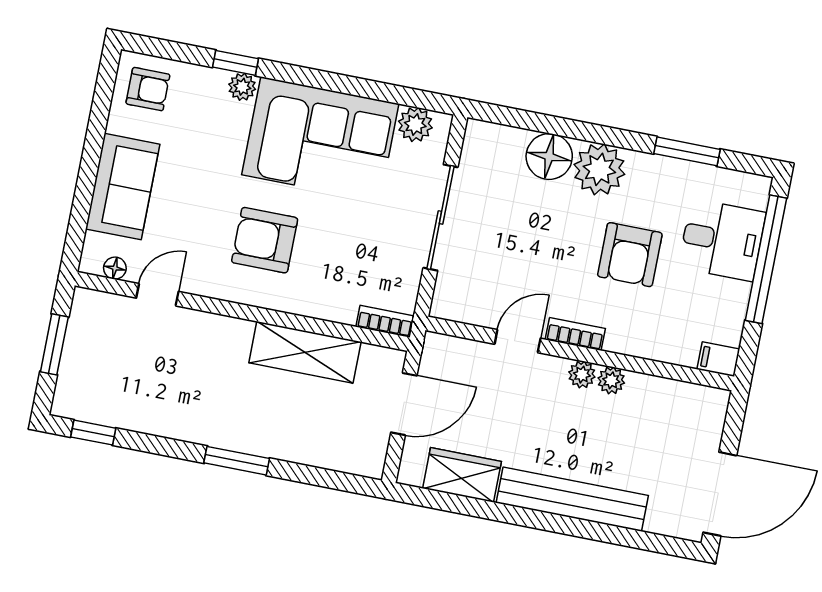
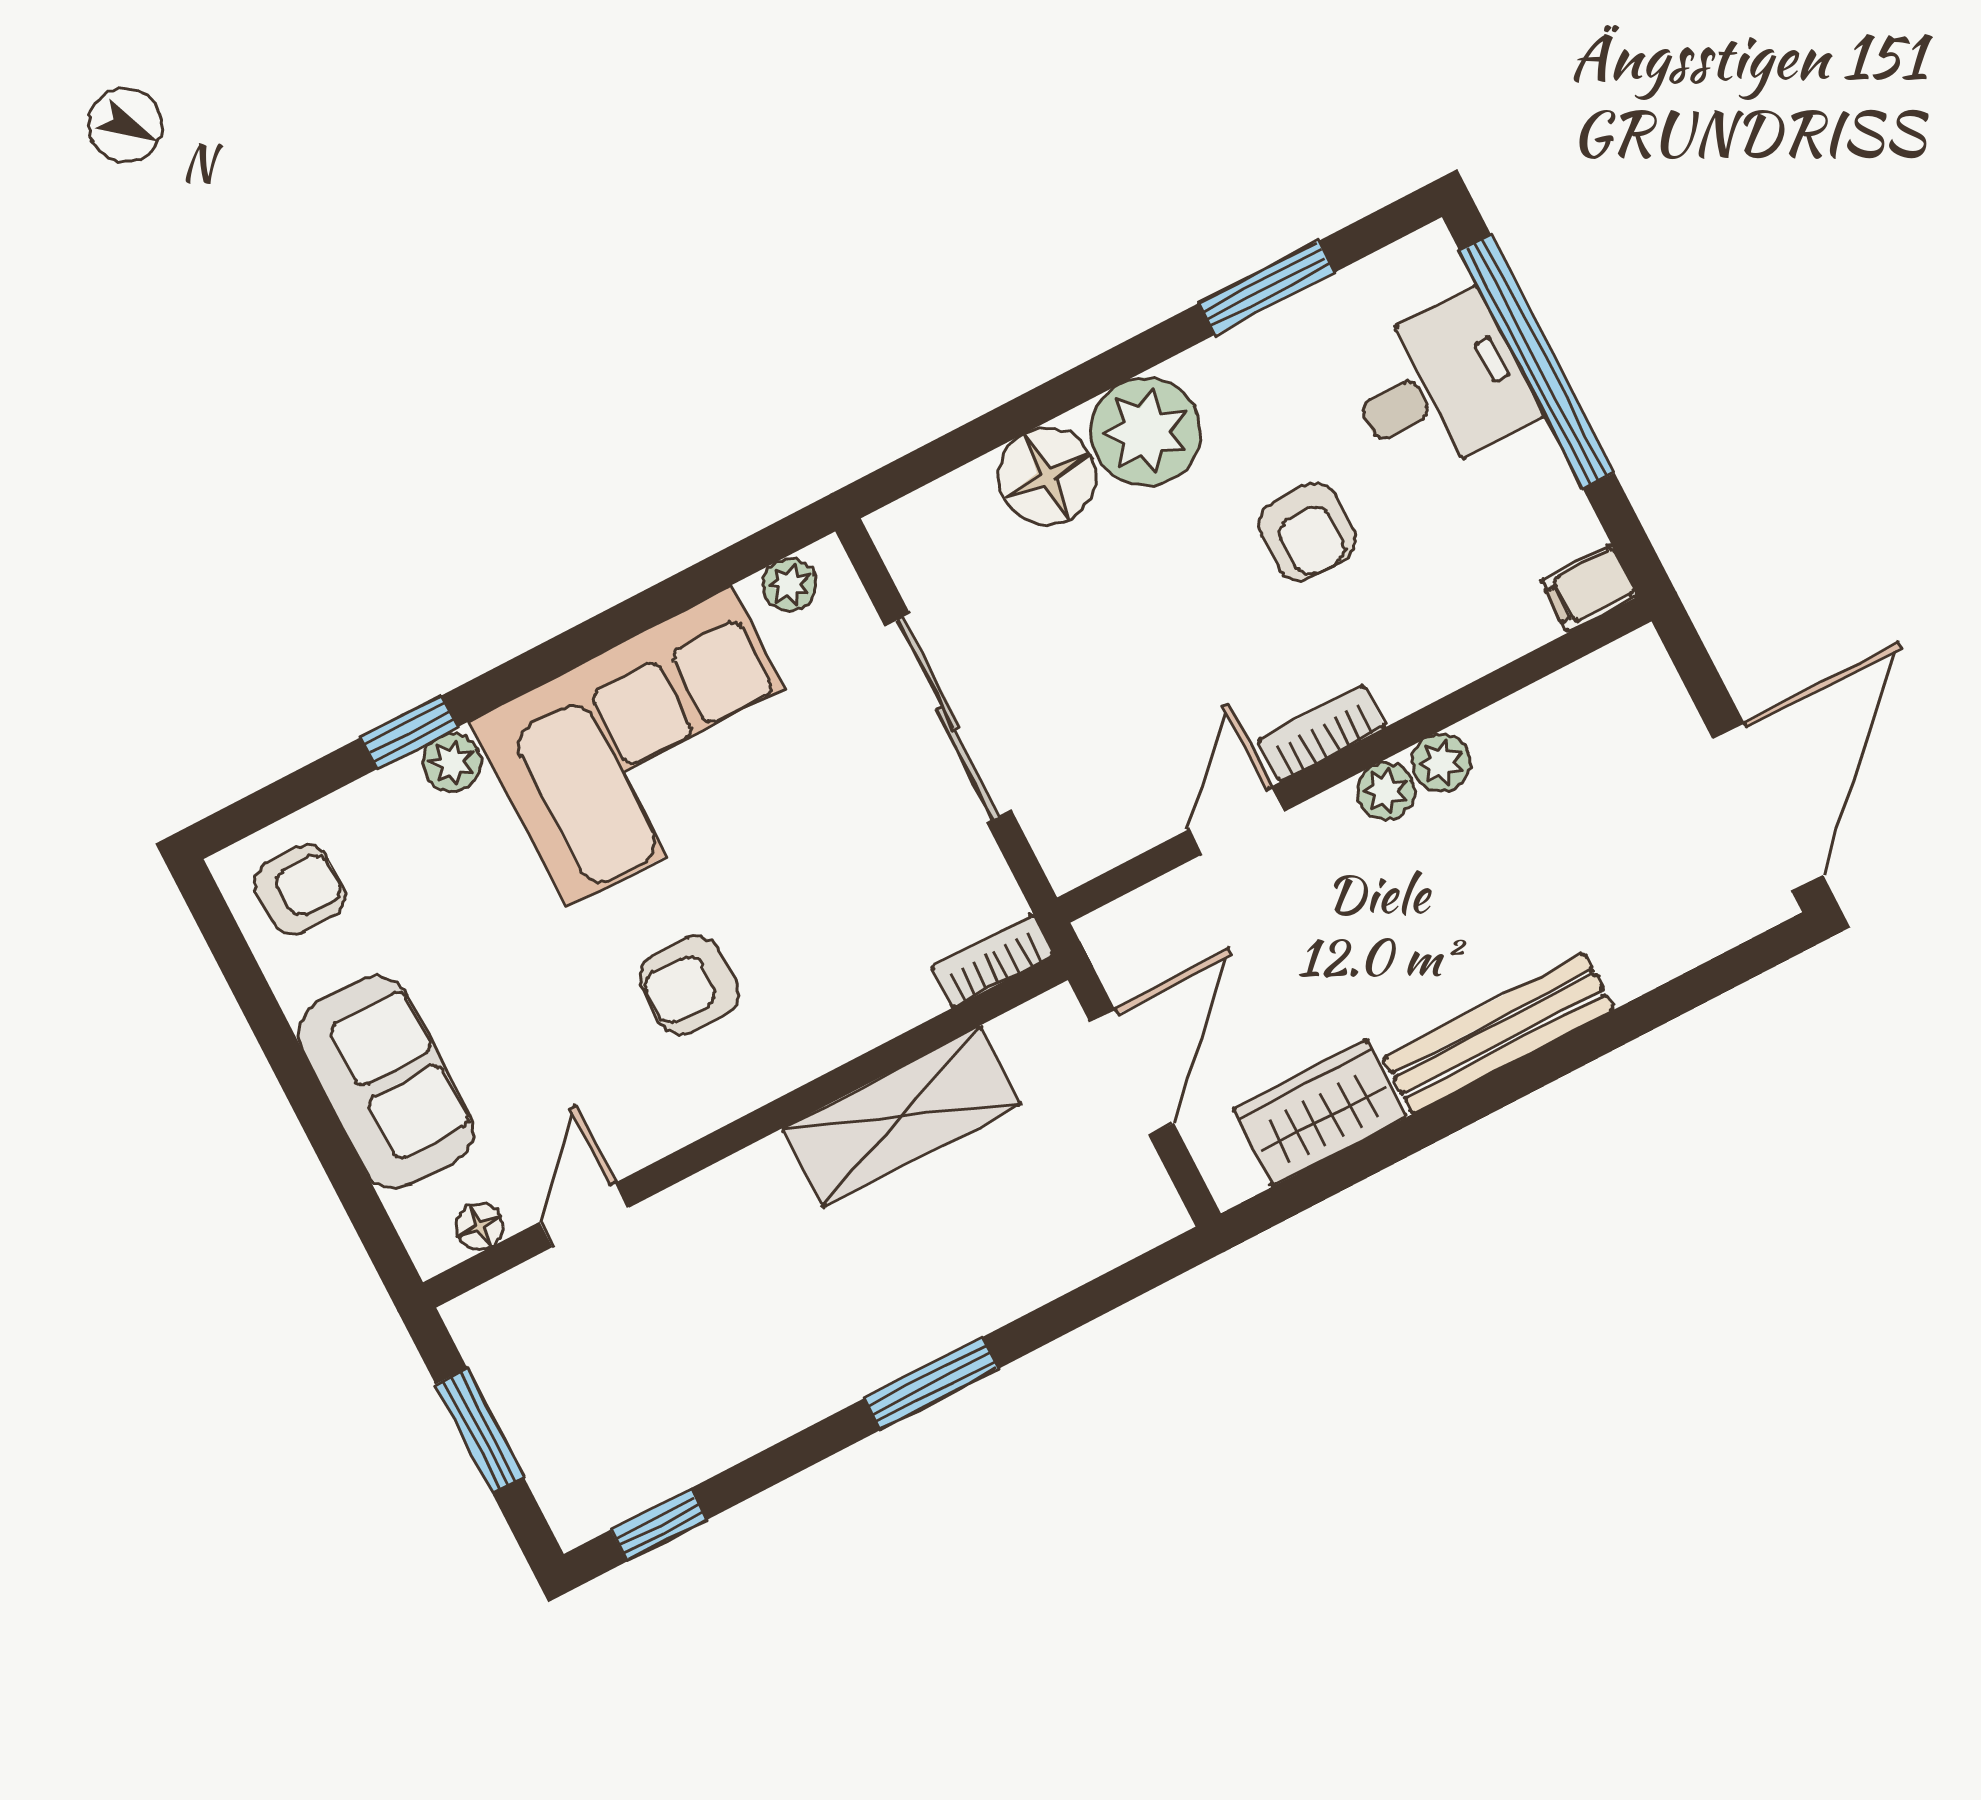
plant: (415, 124) -> (790, 585), width x0.73, depth x0.73
armchair: (265, 240) -> (689, 985), width x0.72, depth x0.72
armchair: (630, 255) -> (1307, 532), width x0.72, depth x0.72
bench: (572, 499) -> (1498, 1034), width x0.73, depth x0.82

